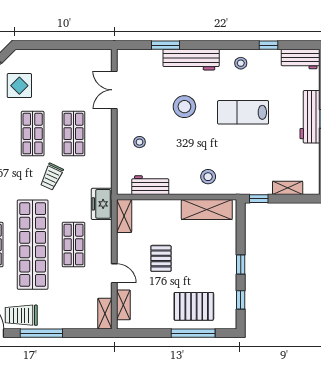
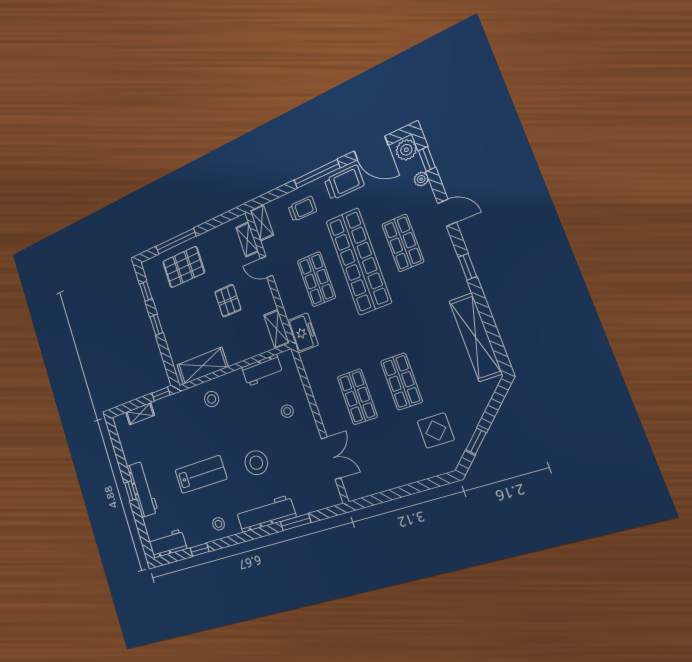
trolley: (52, 177) -> (302, 209), moved, turned 65

